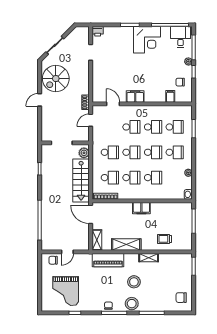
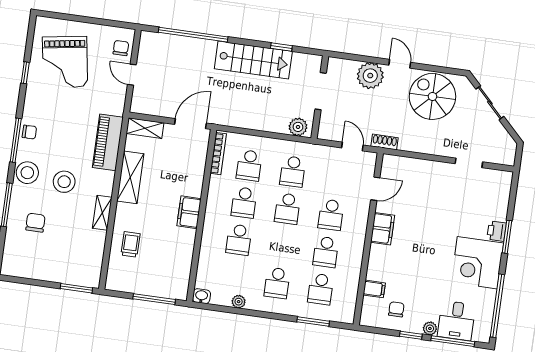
printer: (98, 31) -> (497, 231), moved
desk: (180, 37) -> (456, 320), moved, turned 90
plant: (49, 116) -> (370, 76), added
school desk: (153, 152) -> (282, 246), removed
stairs: (81, 180) -> (253, 60), moved, turned 180
grand piano: (66, 291) -> (65, 62), turned -99
chair: (181, 298) -> (35, 223), moved

